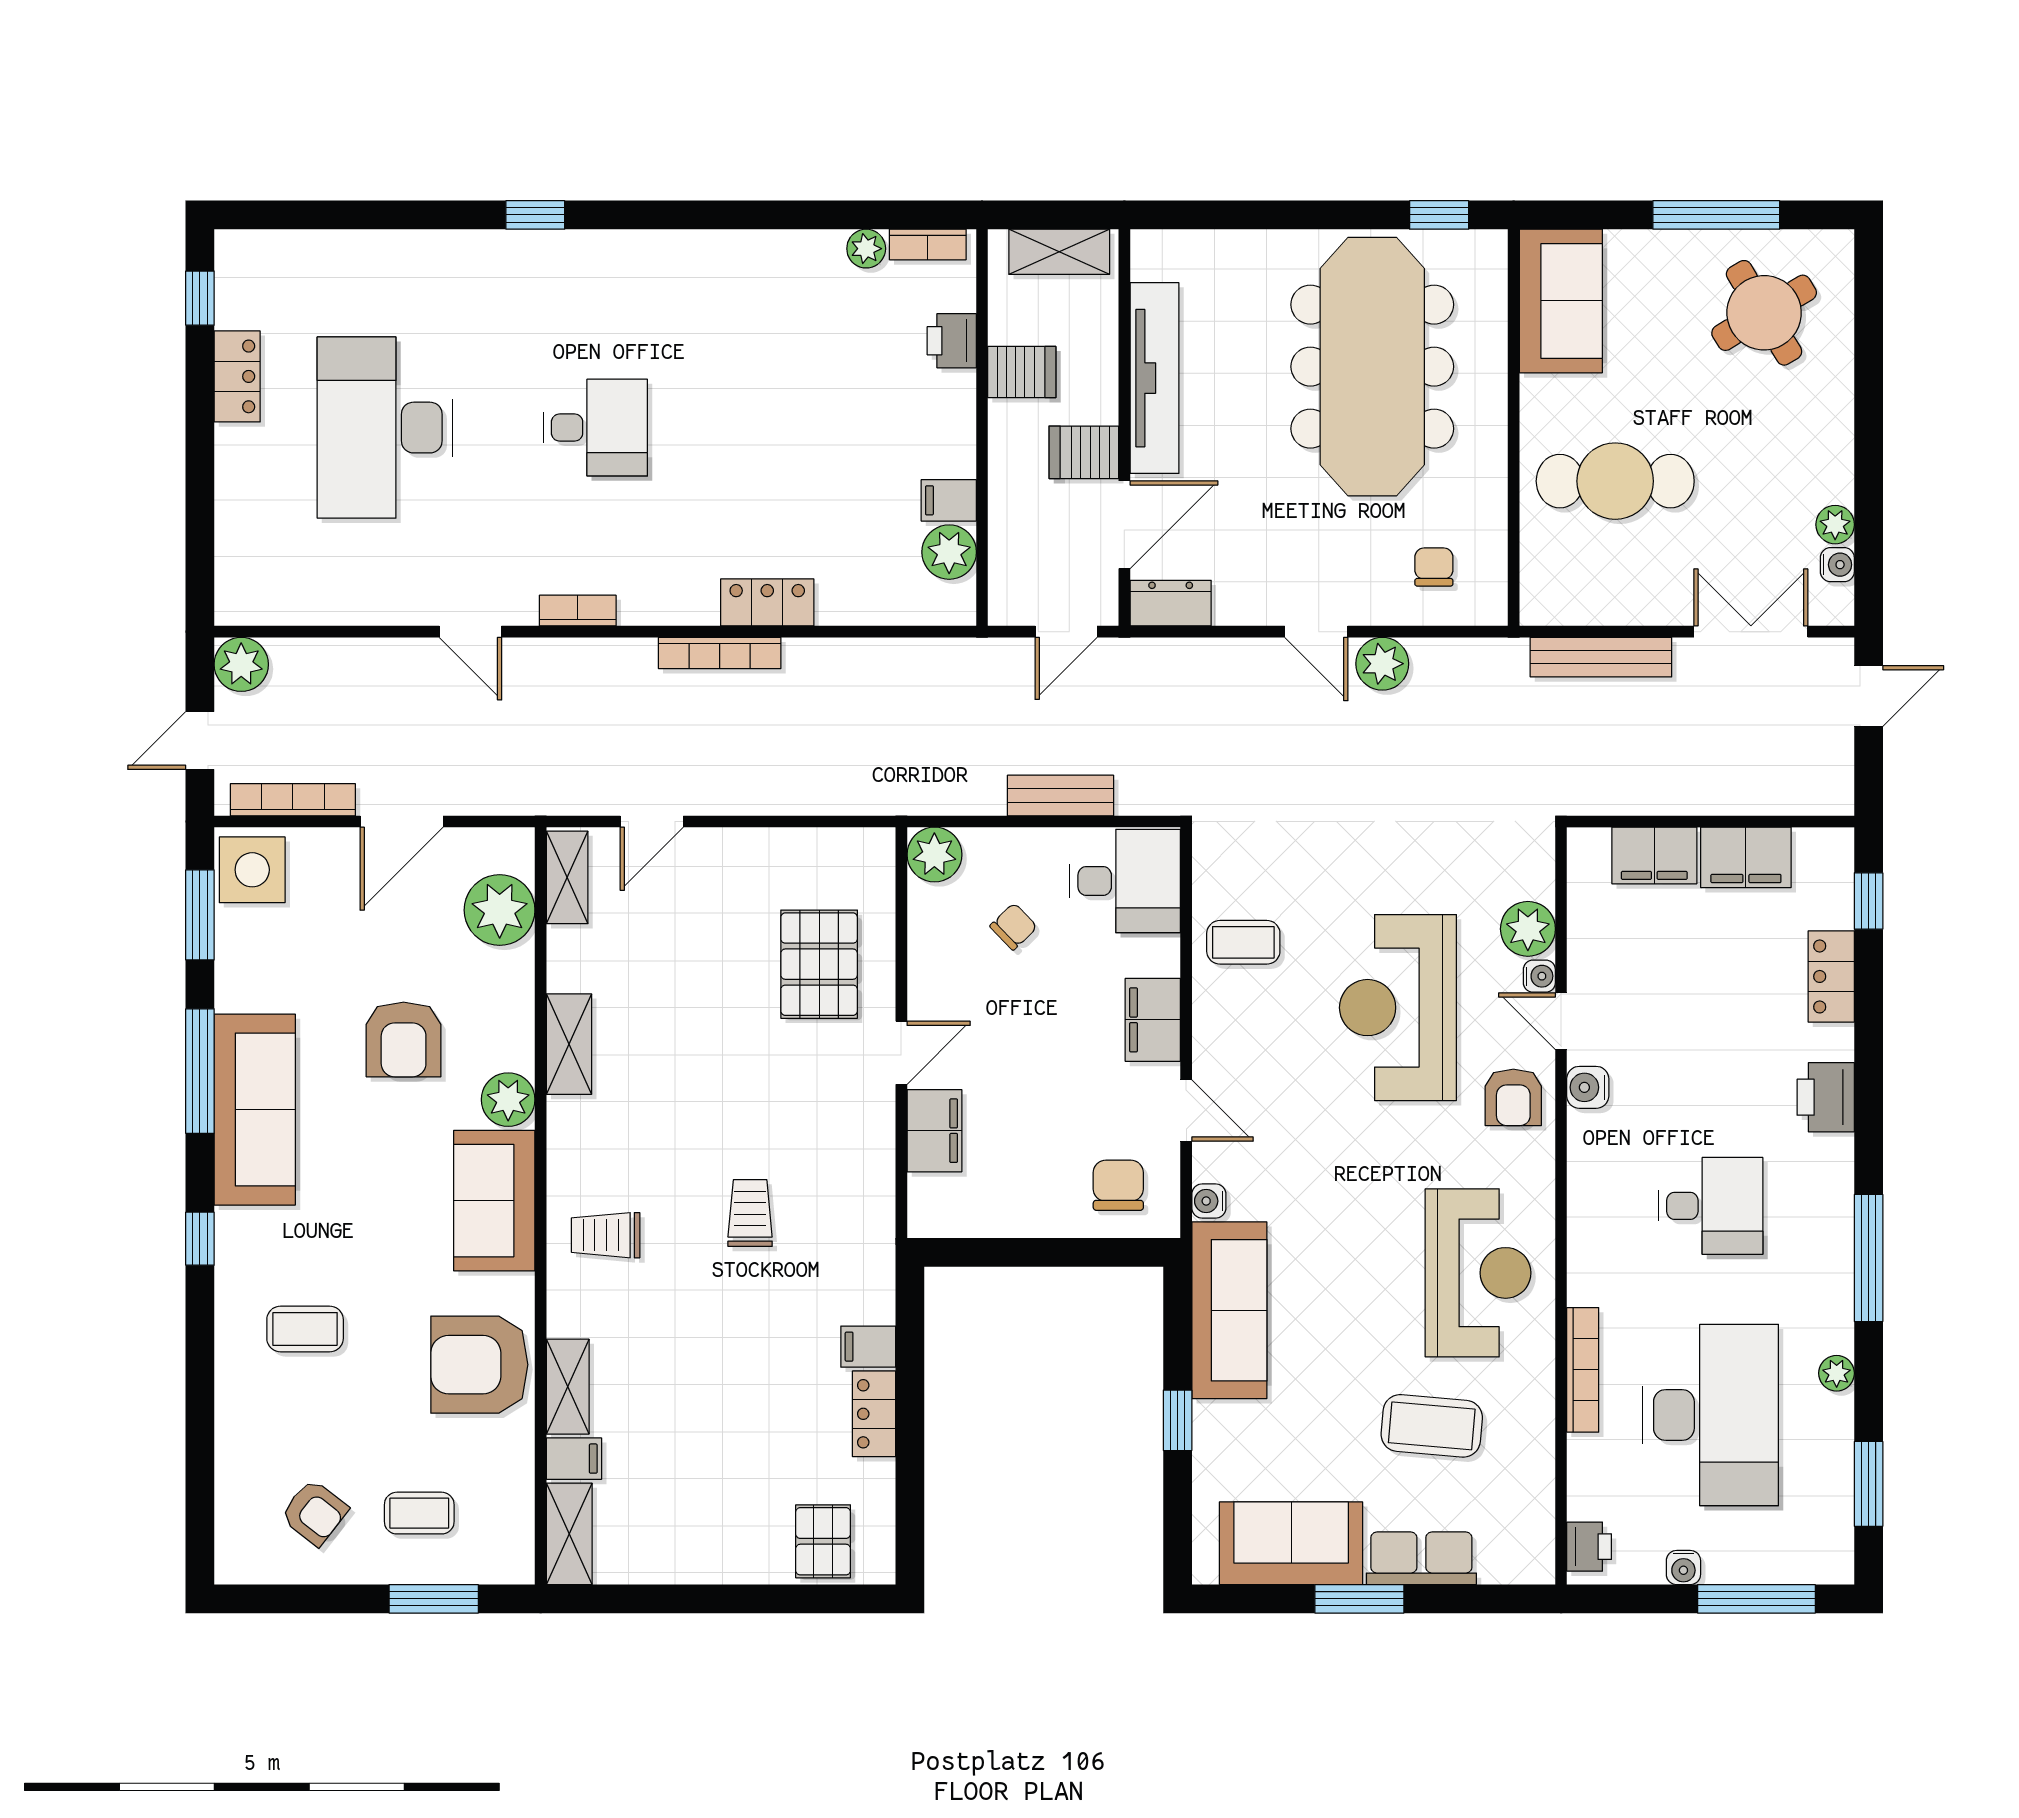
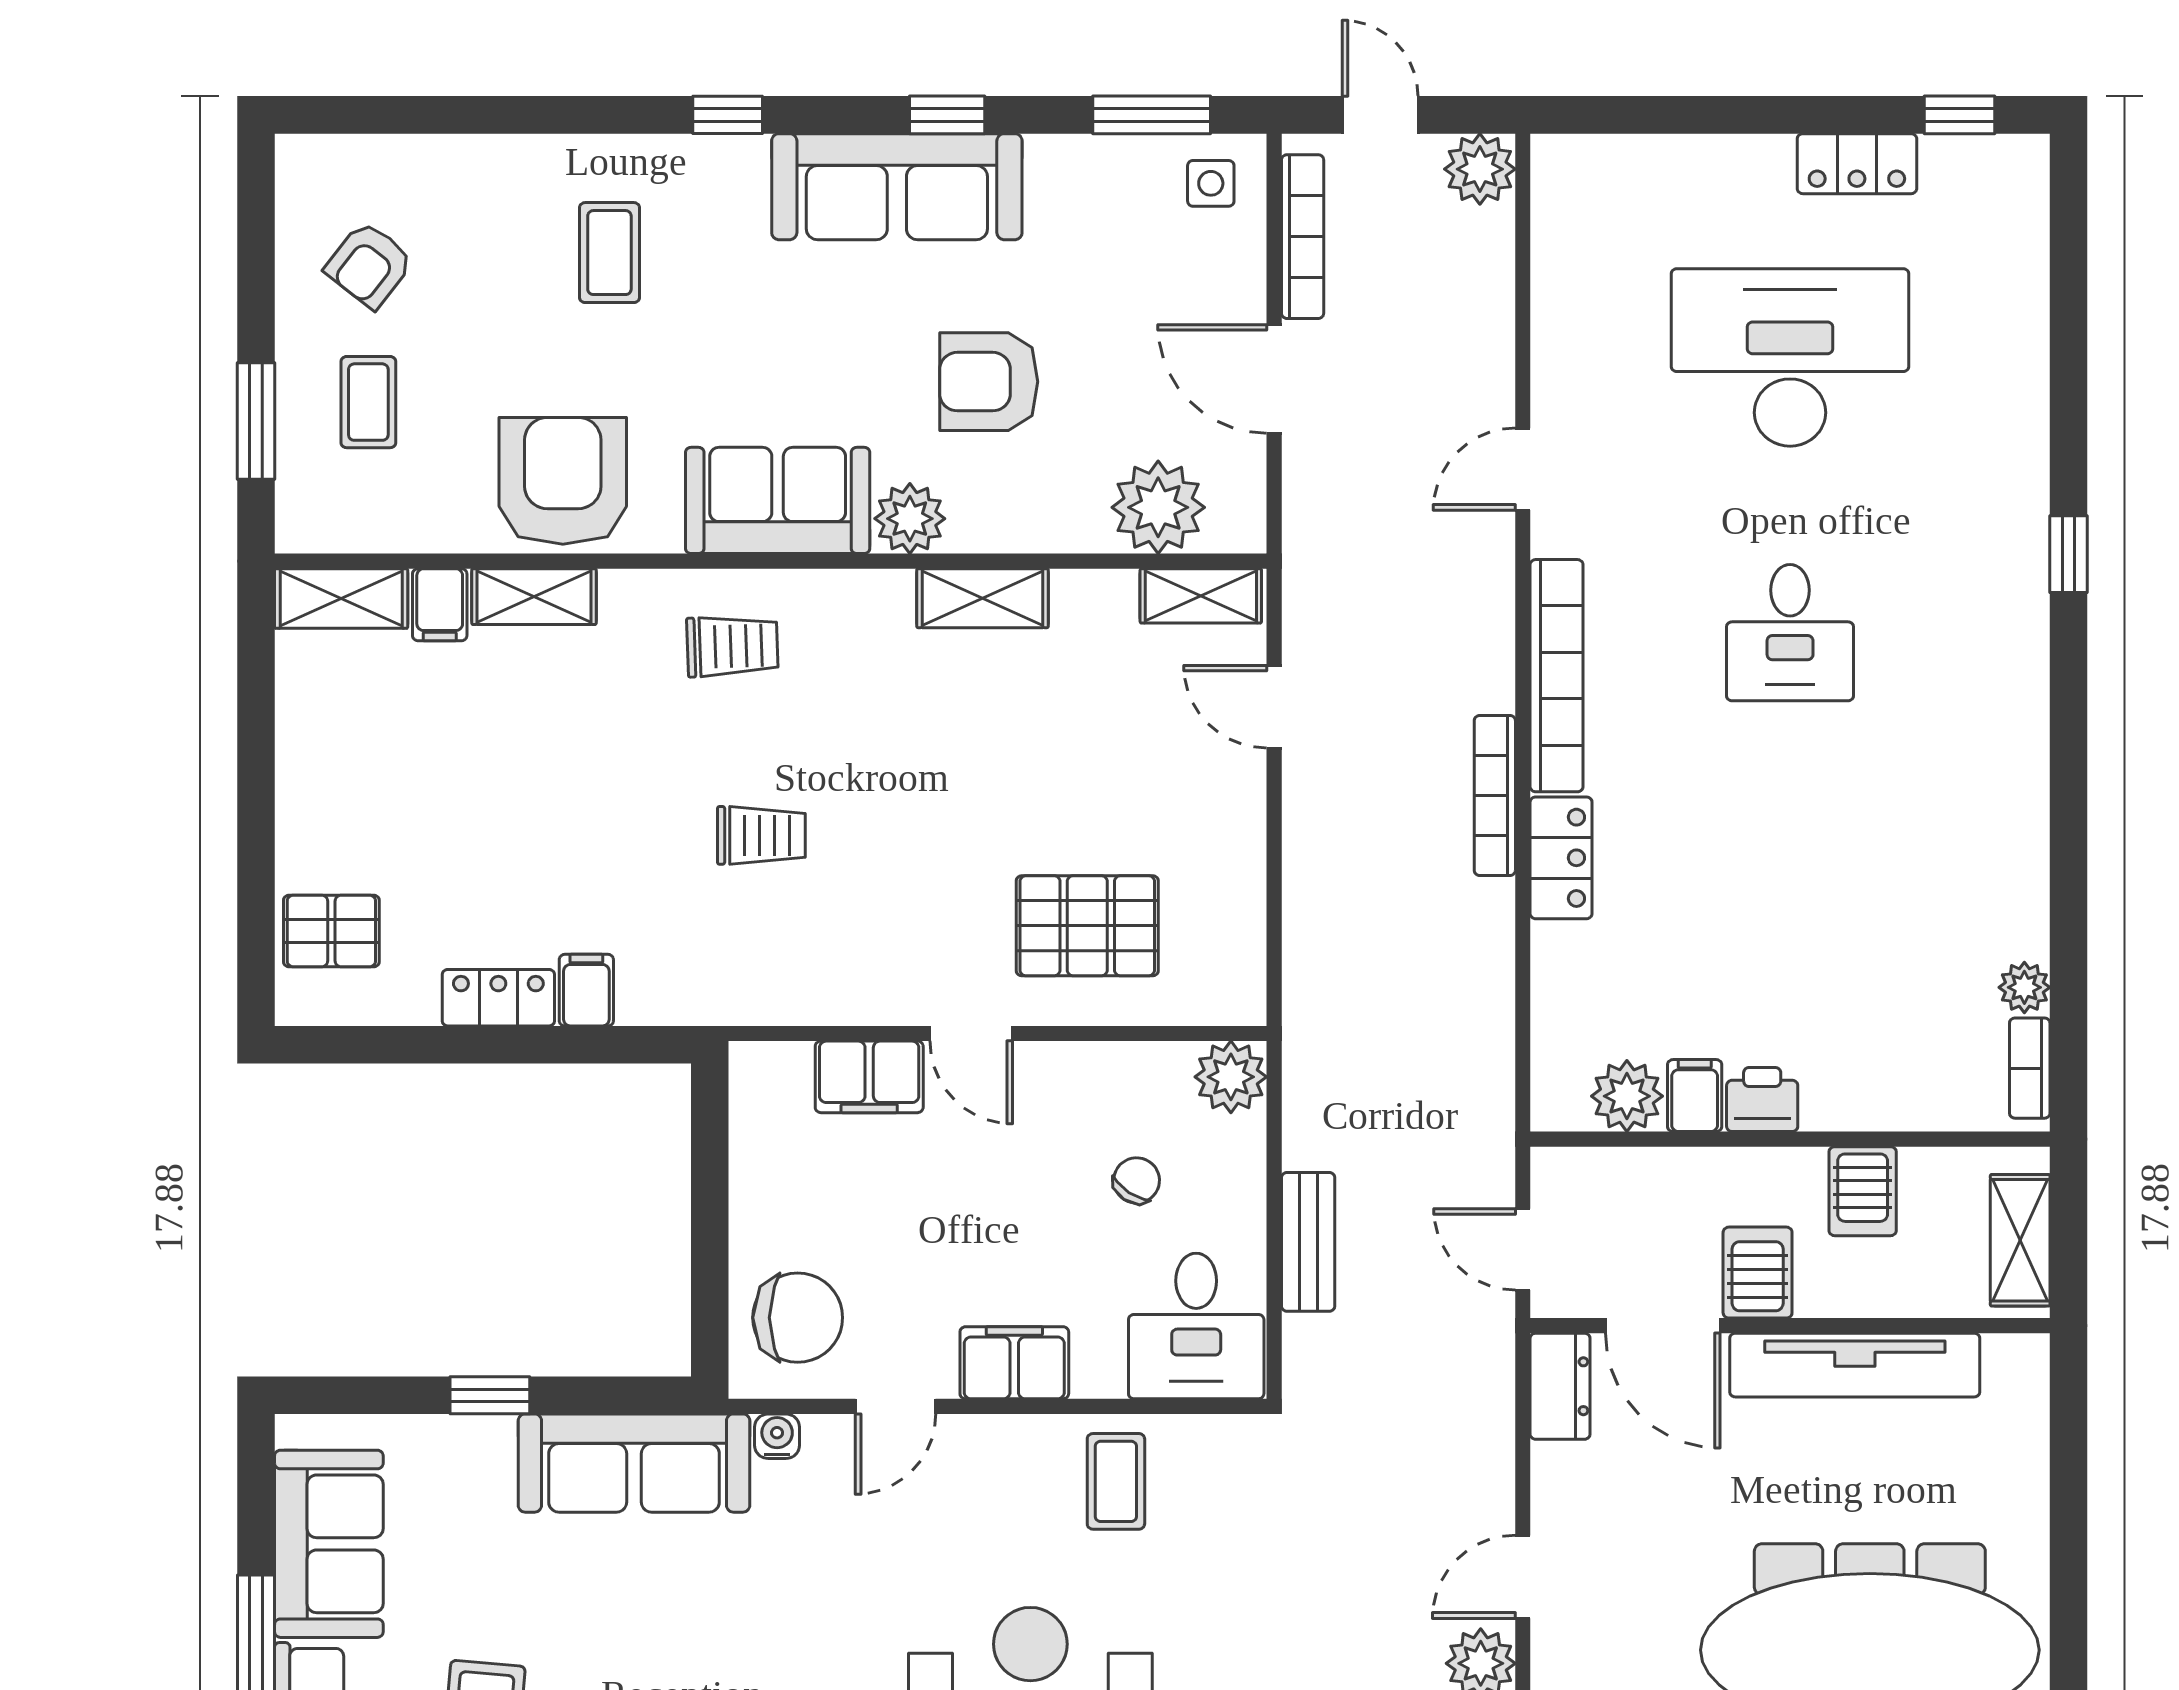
printer: (952, 341) -> (1762, 1100), moved
bookcase: (578, 611) -> (1557, 676), width x2.31, depth x1.31
side table: (252, 870) -> (1211, 183), width x0.54, depth x0.54
chair: (1014, 926) -> (1137, 1180), turned -103
window: (200, 1071) -> (947, 115), width x0.46
chair: (1118, 1185) -> (798, 1318), width x1.37, depth x1.37
trolley: (606, 1235) -> (732, 646), turned 88

